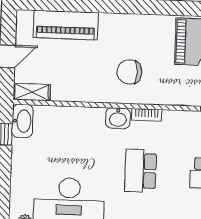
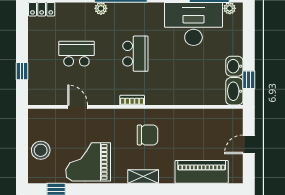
shelving: (32, 92) -> (143, 176), moved
washbasin: (118, 118) -> (234, 66), moved, turned -90

